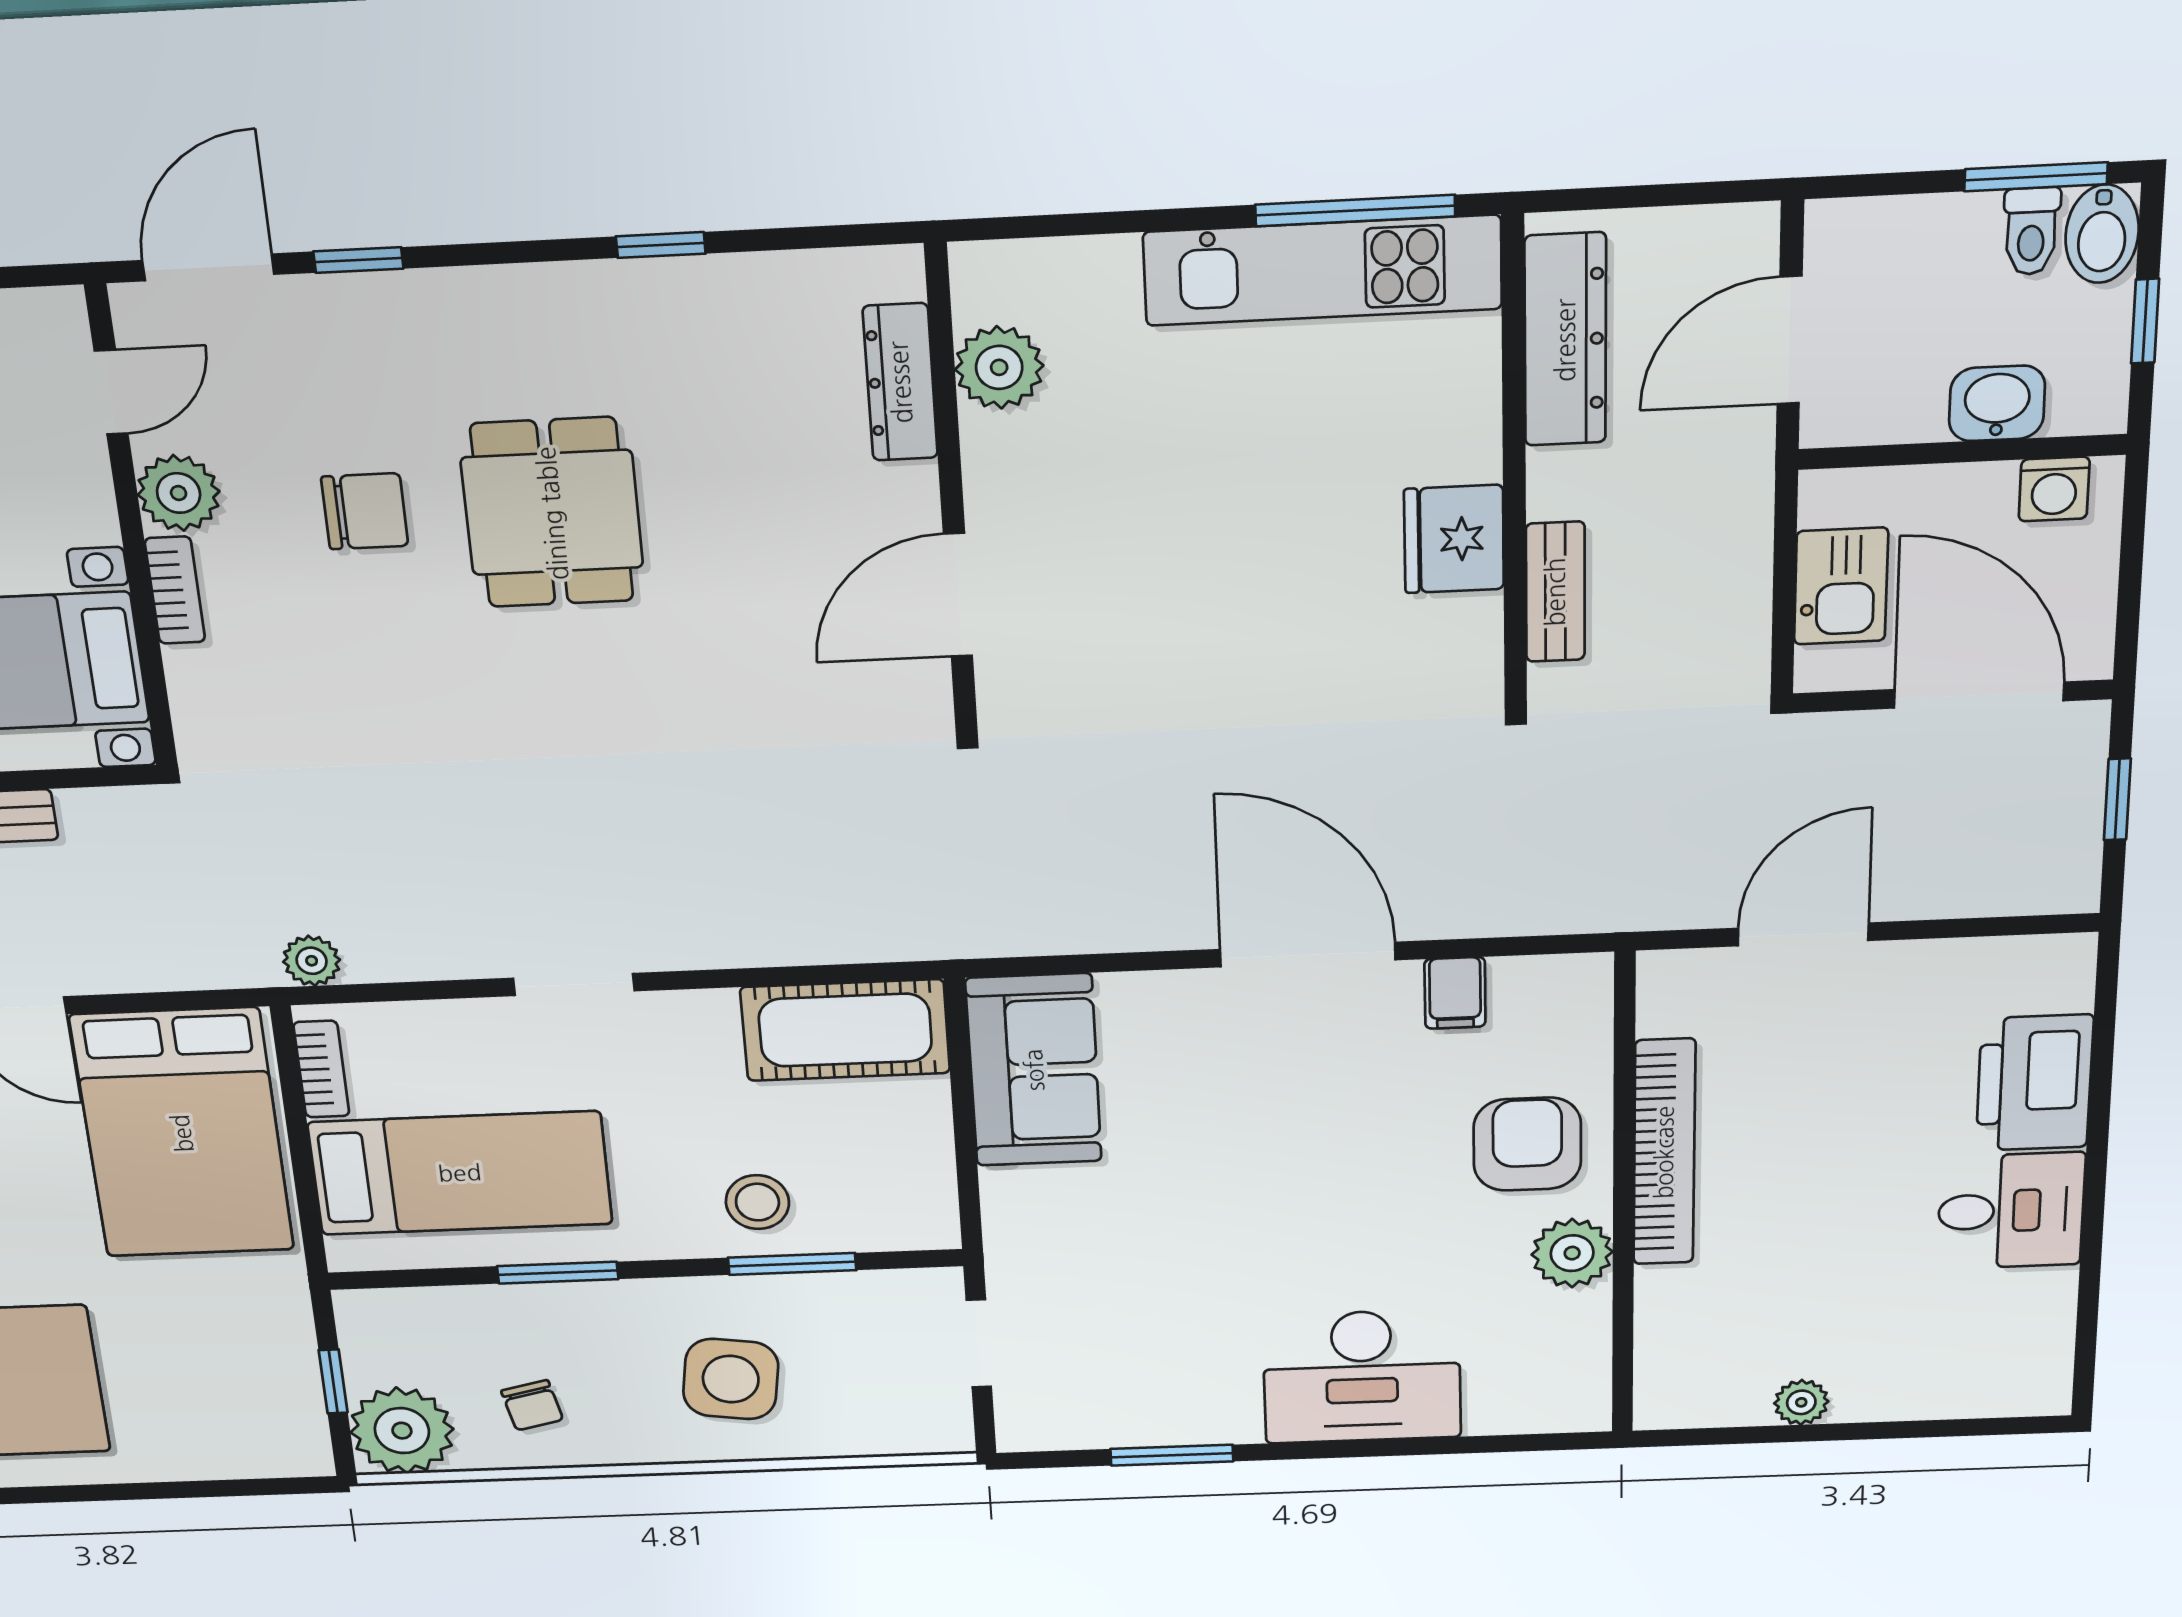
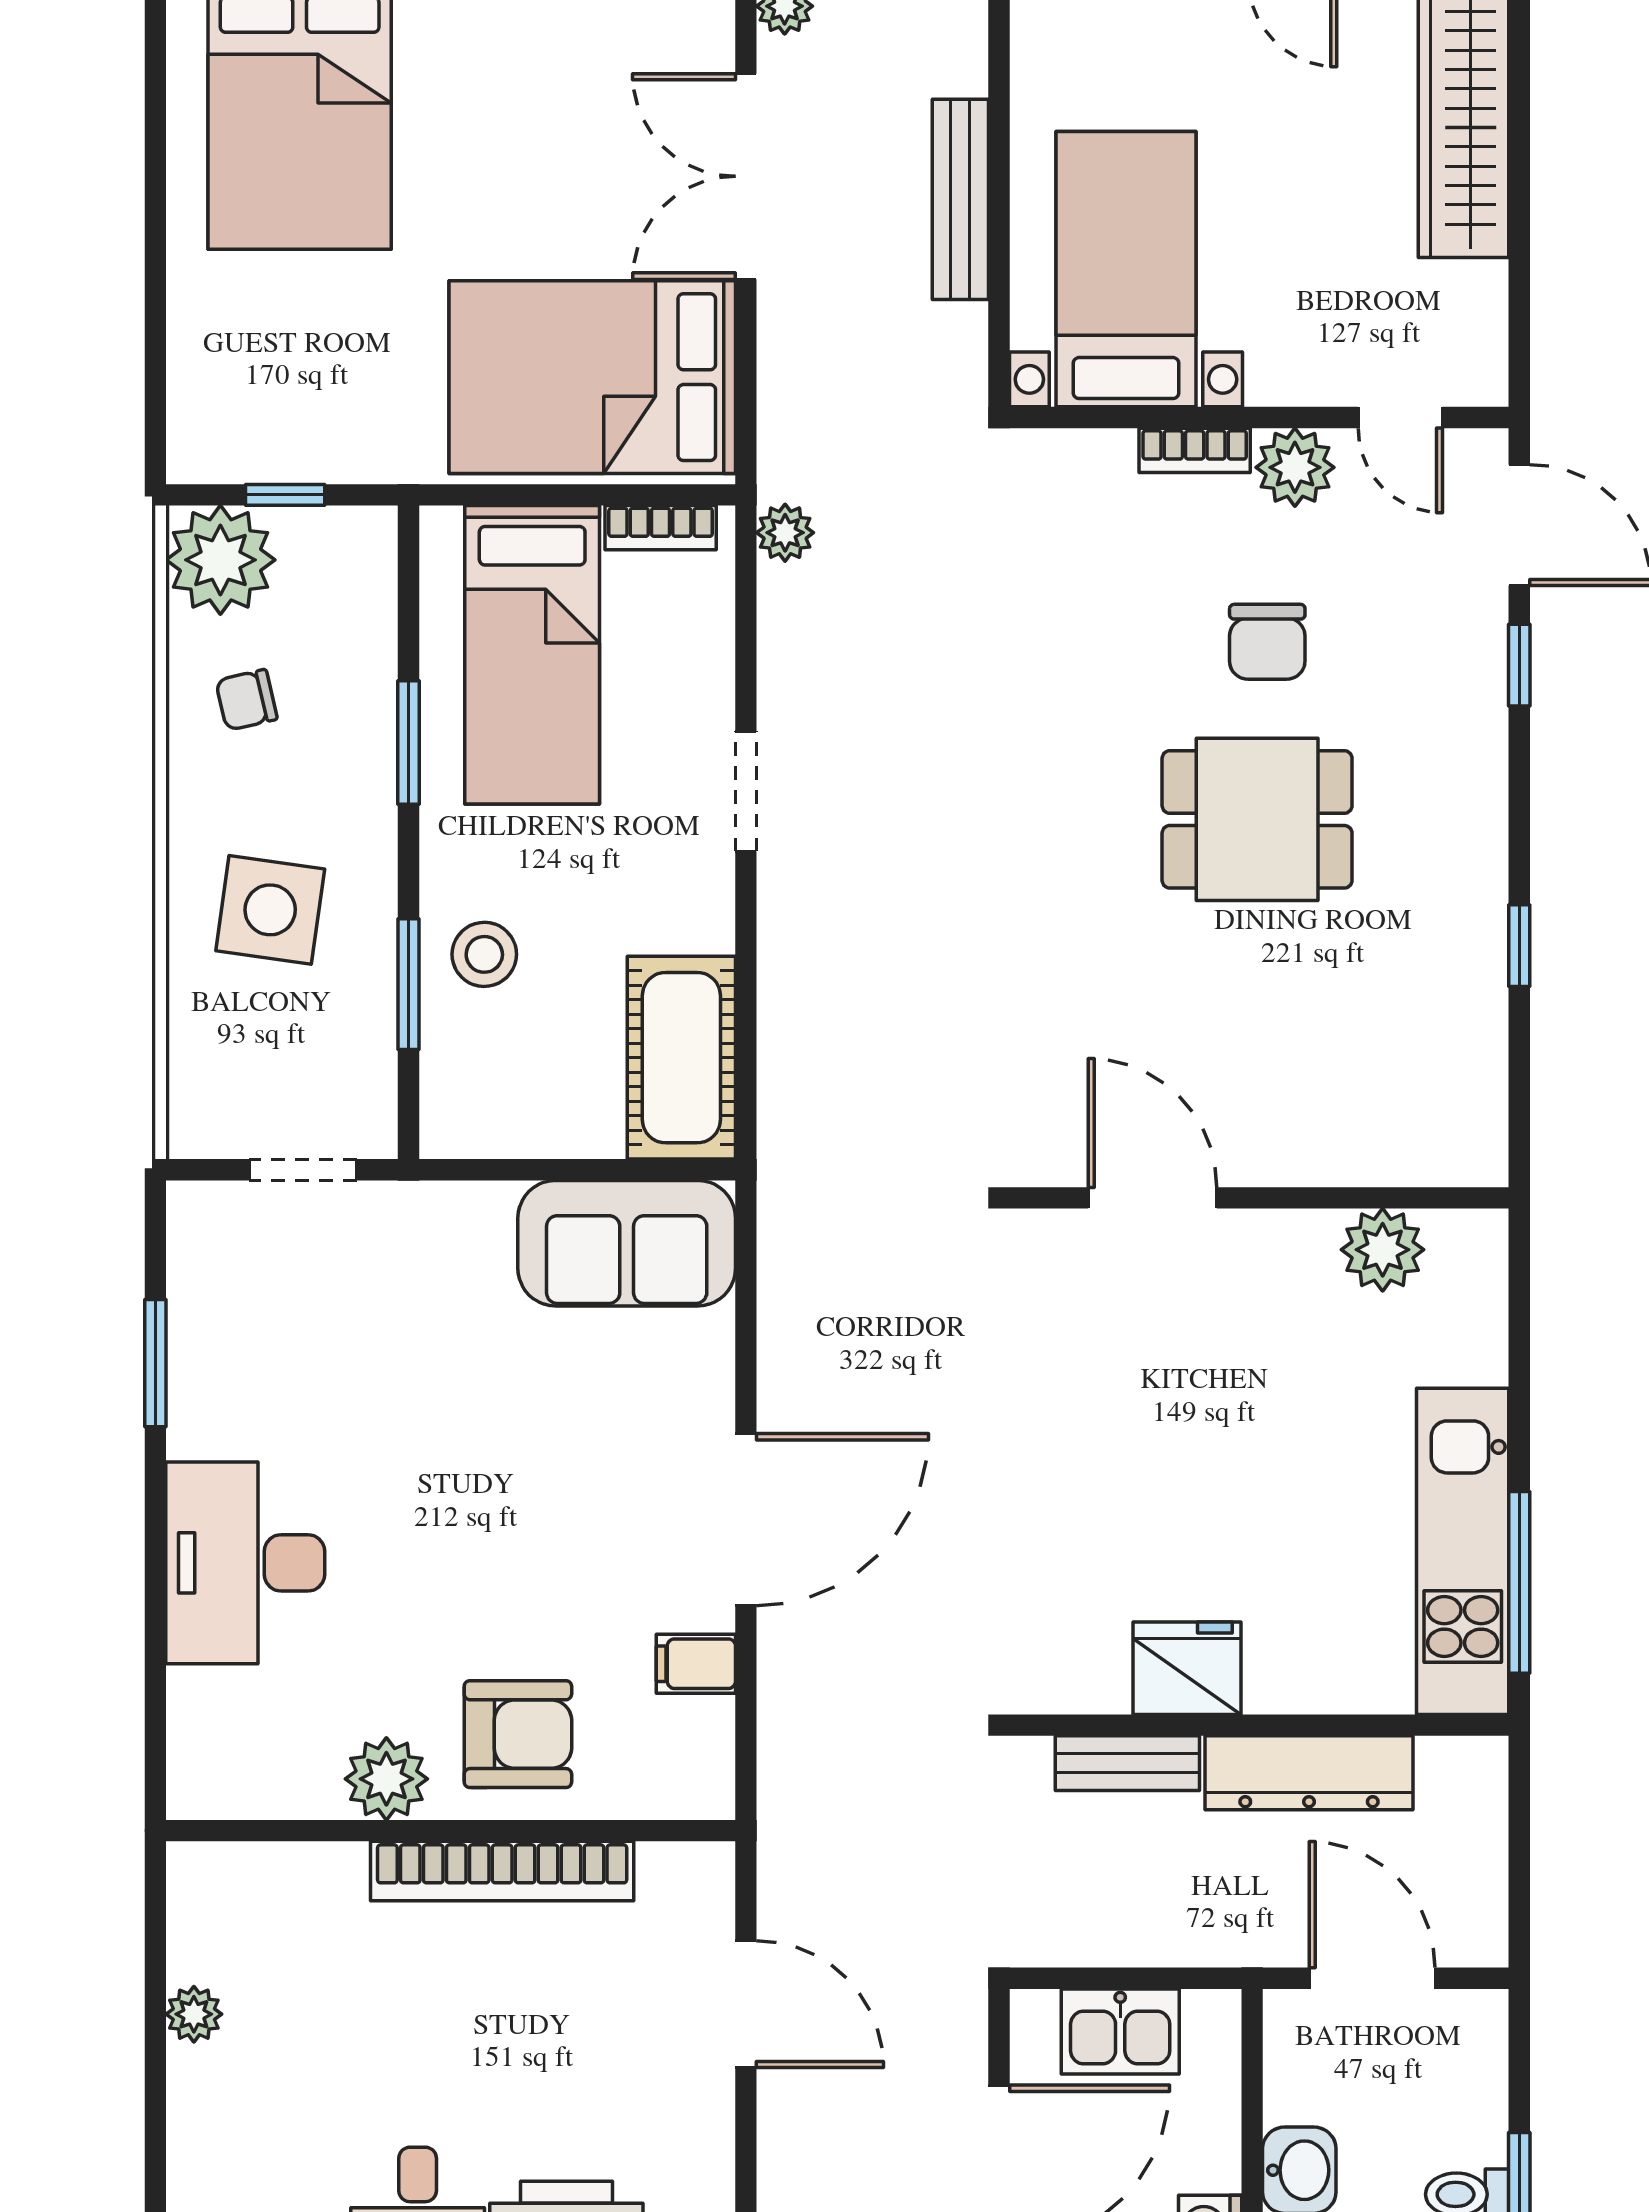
dresser: (1565, 340) -> (1309, 1773), moved
dresser: (900, 382) -> (1373, 1157), removed

